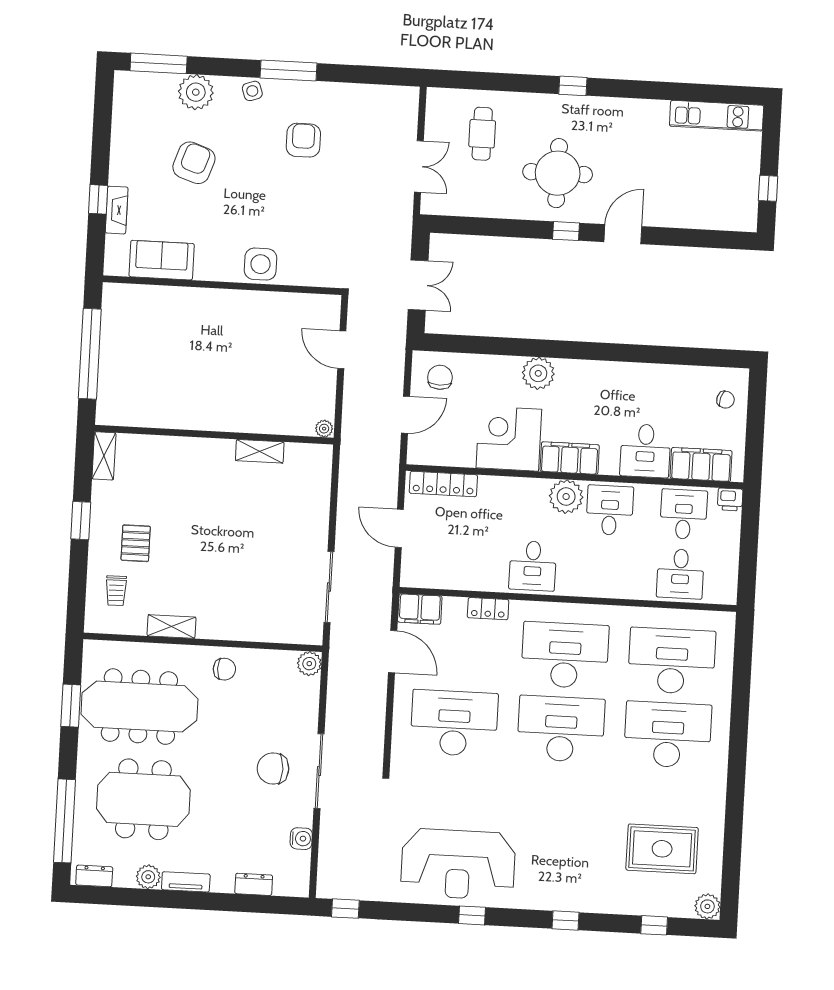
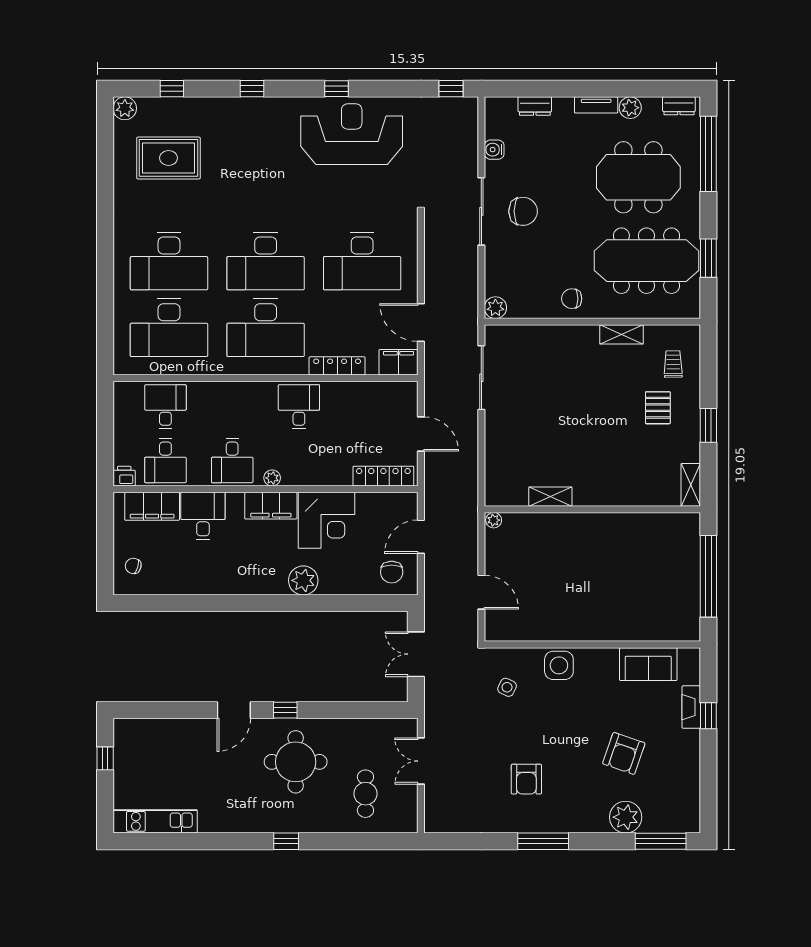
side table: (252, 91) -> (507, 687), moved, turned 45
plant: (566, 497) -> (272, 478), width x0.53, depth x0.53
locker: (488, 609) -> (337, 366), width x1.53

